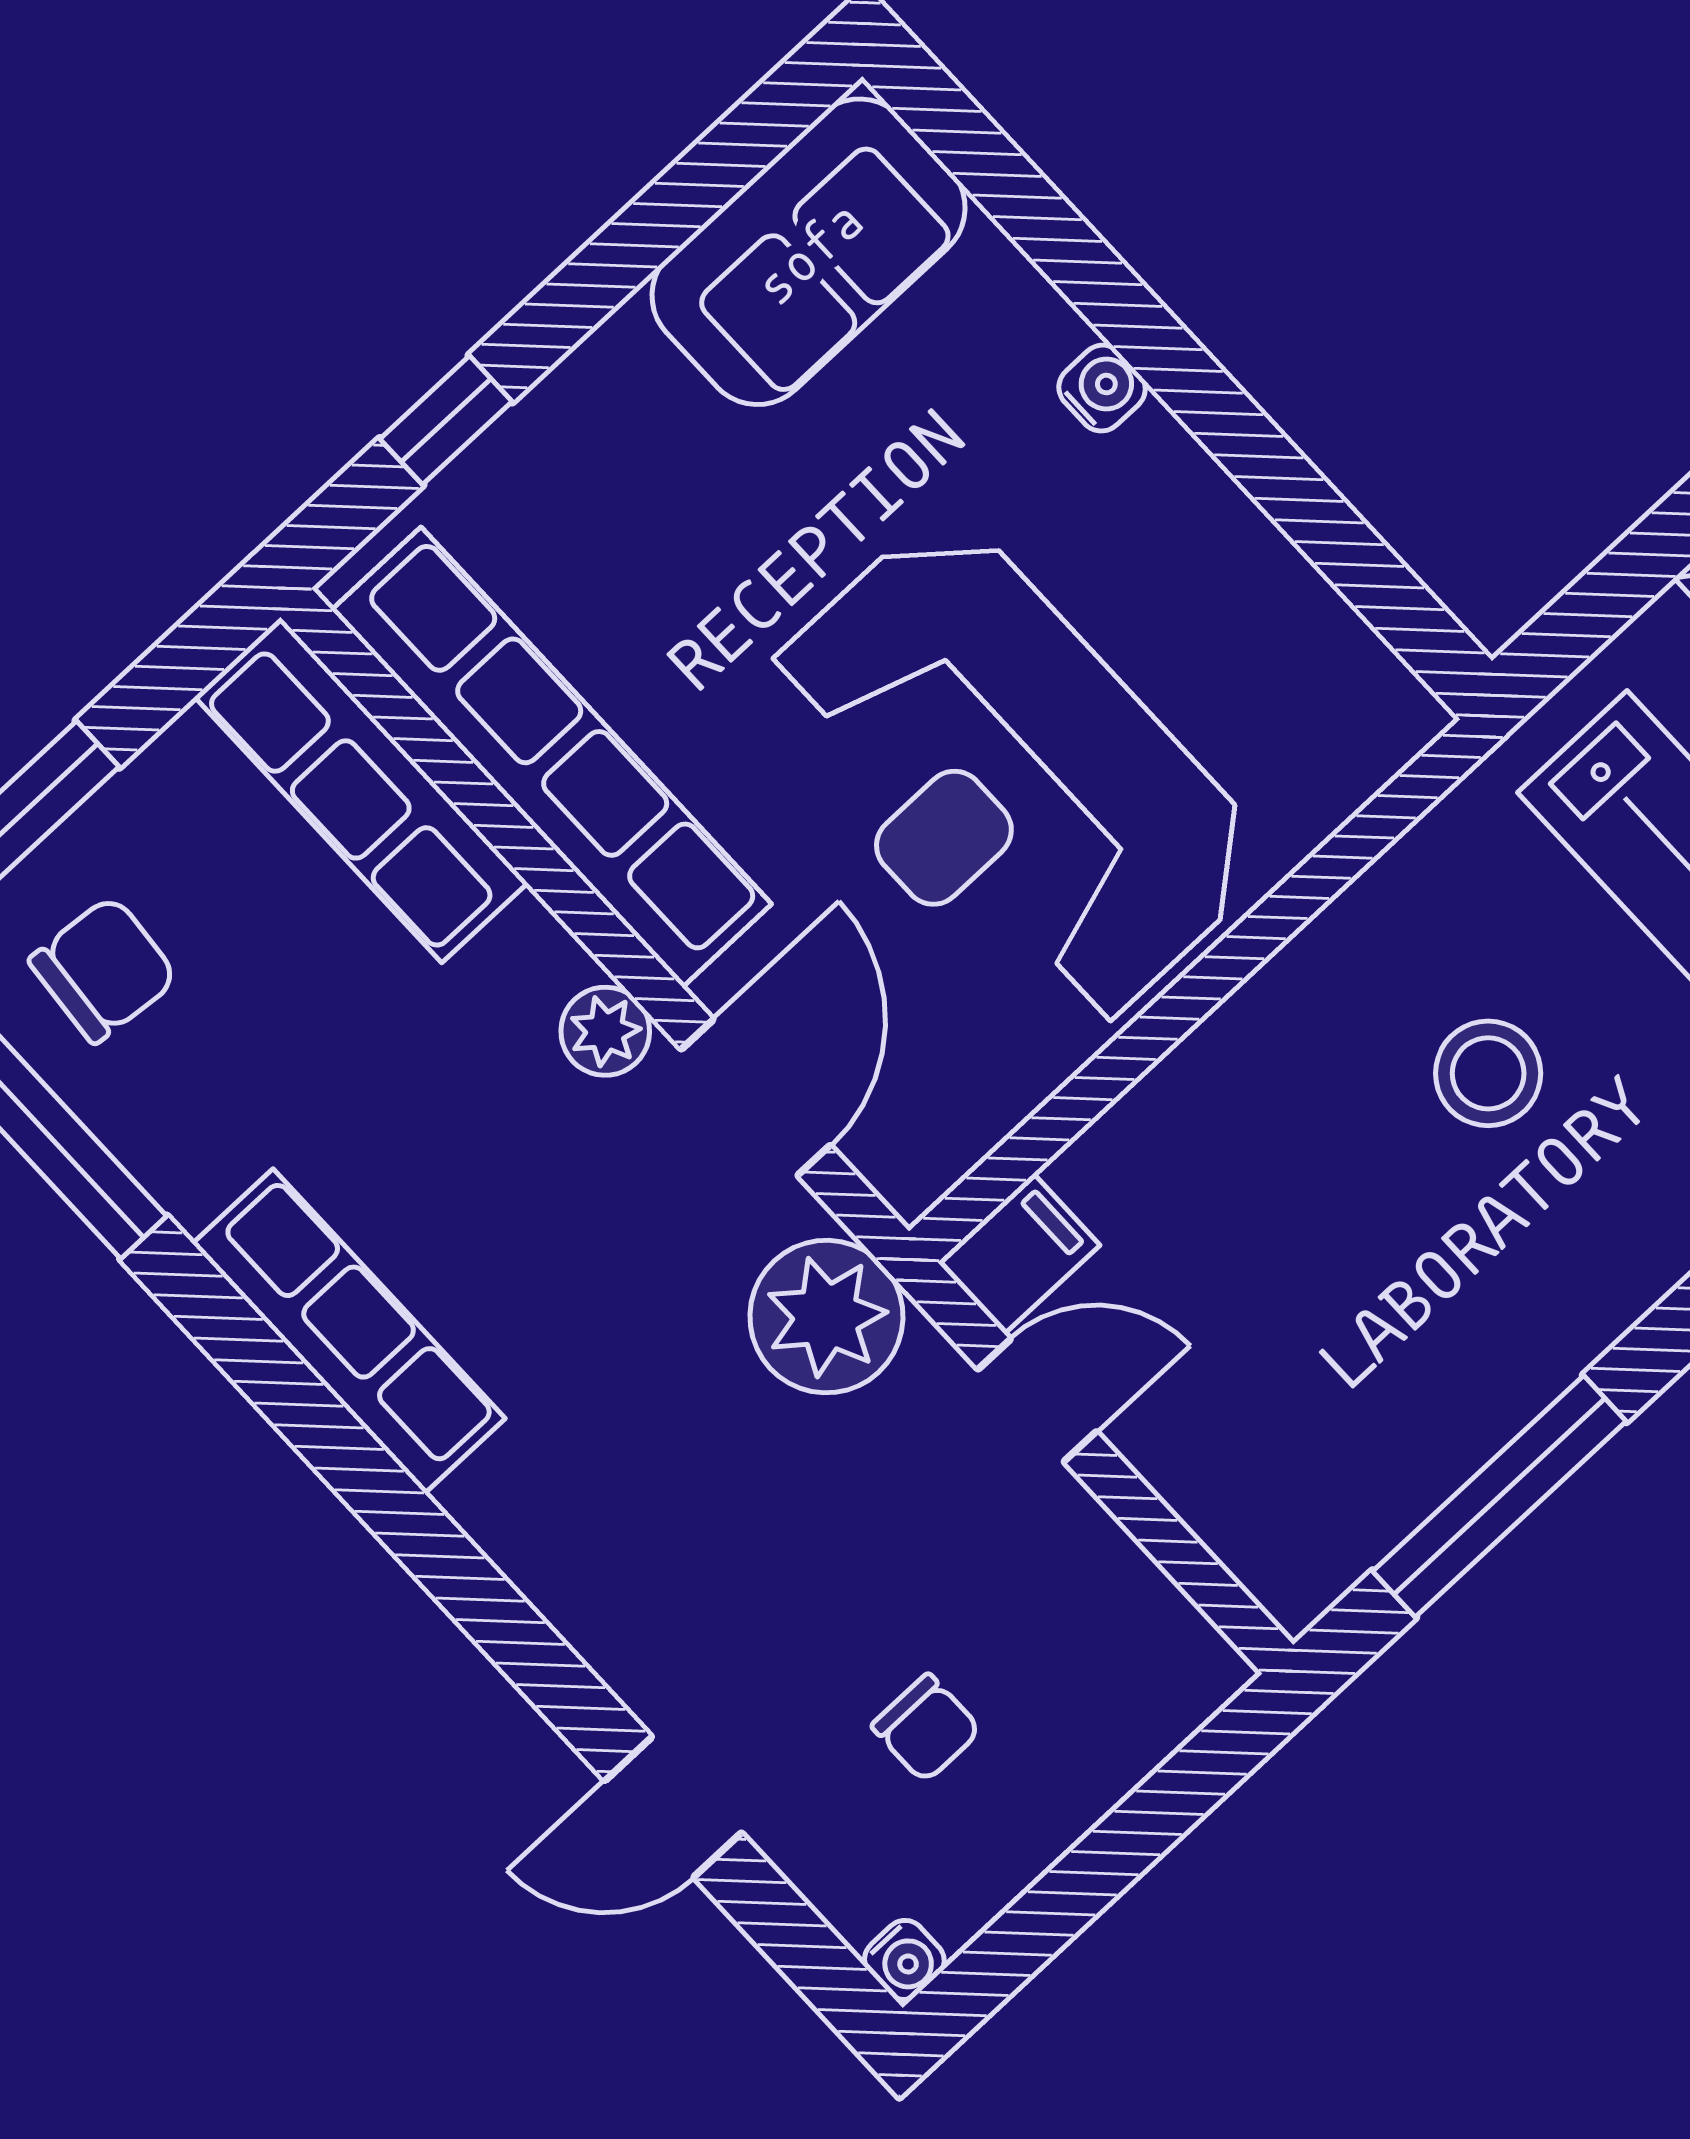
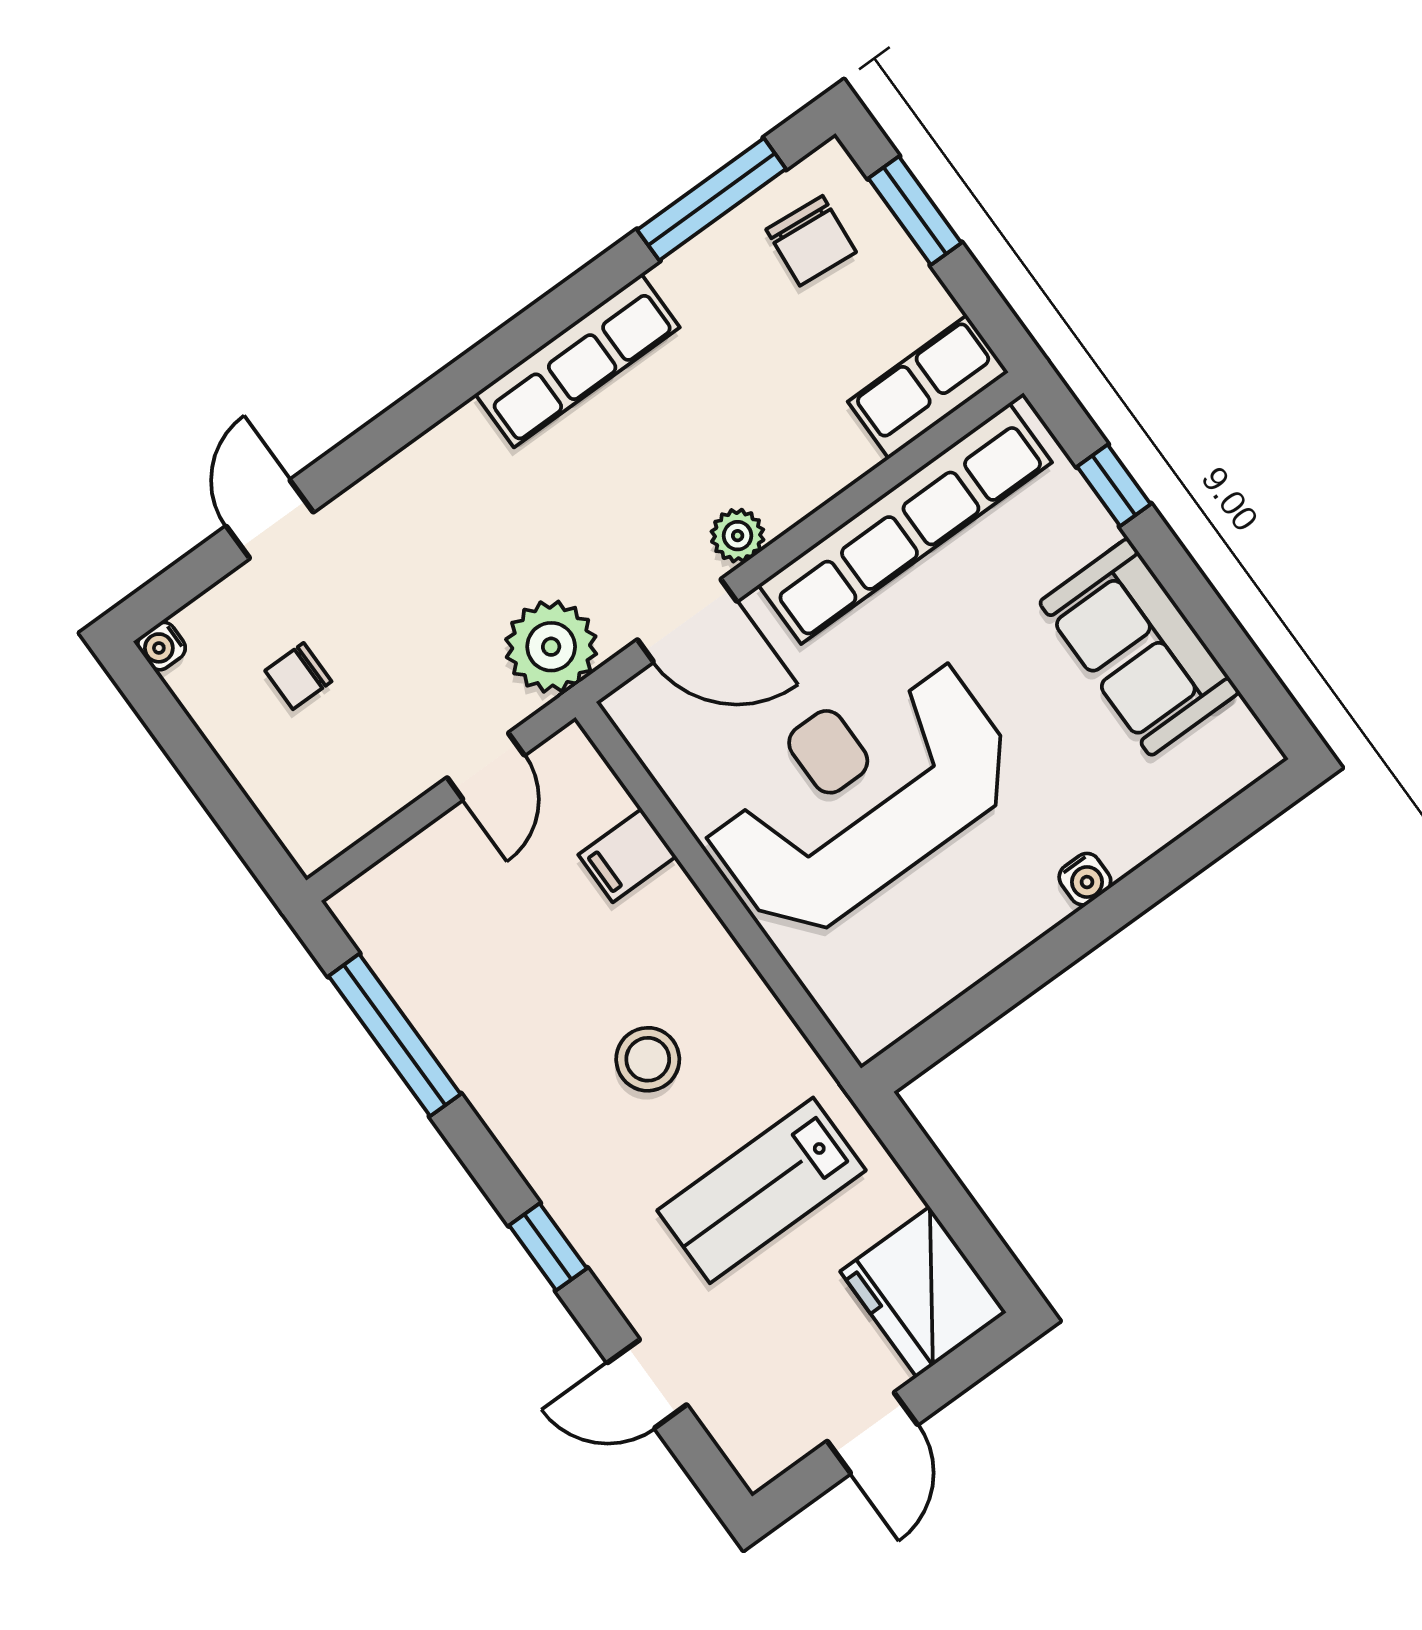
sofa: (809, 252) -> (1139, 647), moved
row of seats: (361, 790) -> (928, 387), width x0.68
filing cabinet: (1019, 1254) -> (627, 856), moved, turned 90

